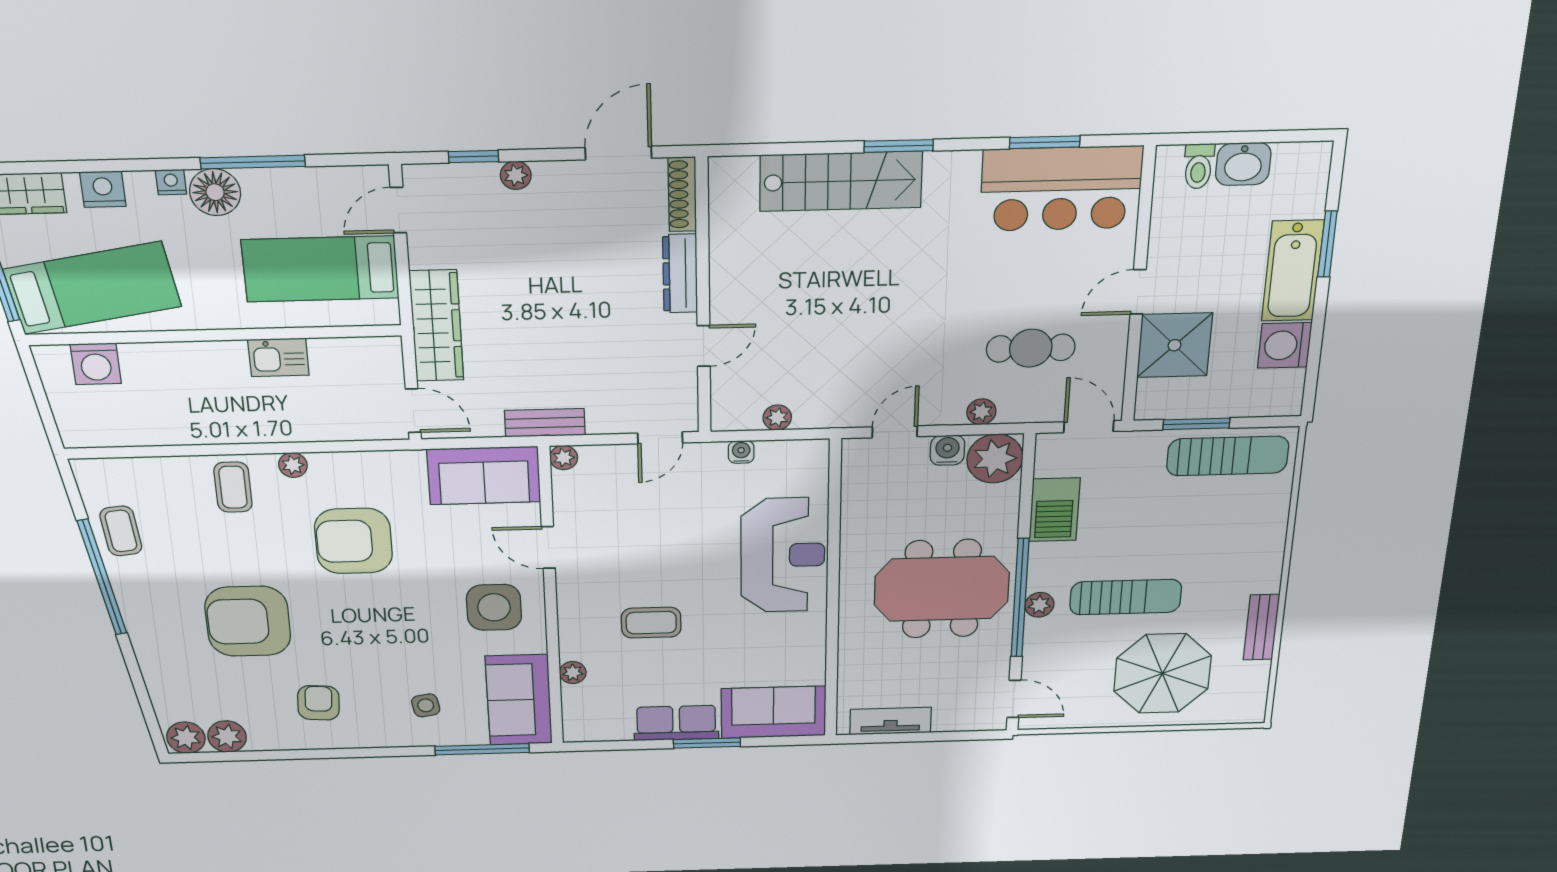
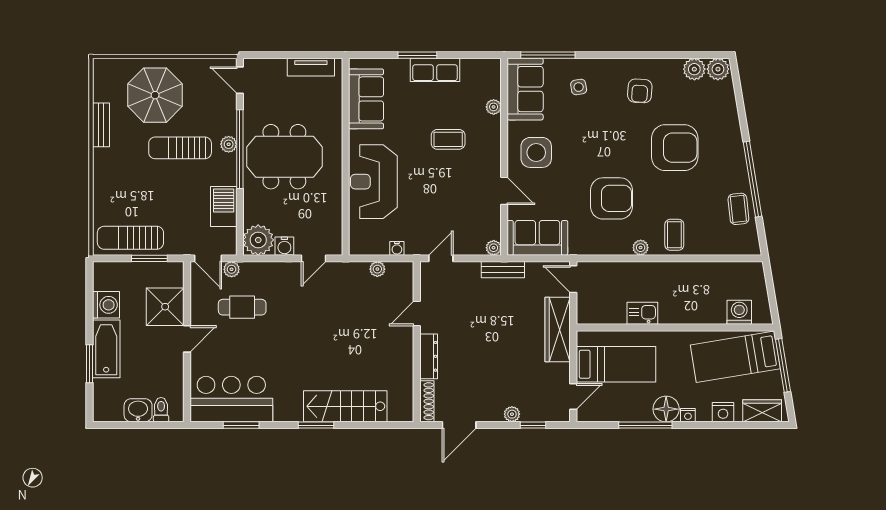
plant: (981, 412) -> (232, 269), moved
sofa: (773, 712) -> (366, 99), moved, turned -90

